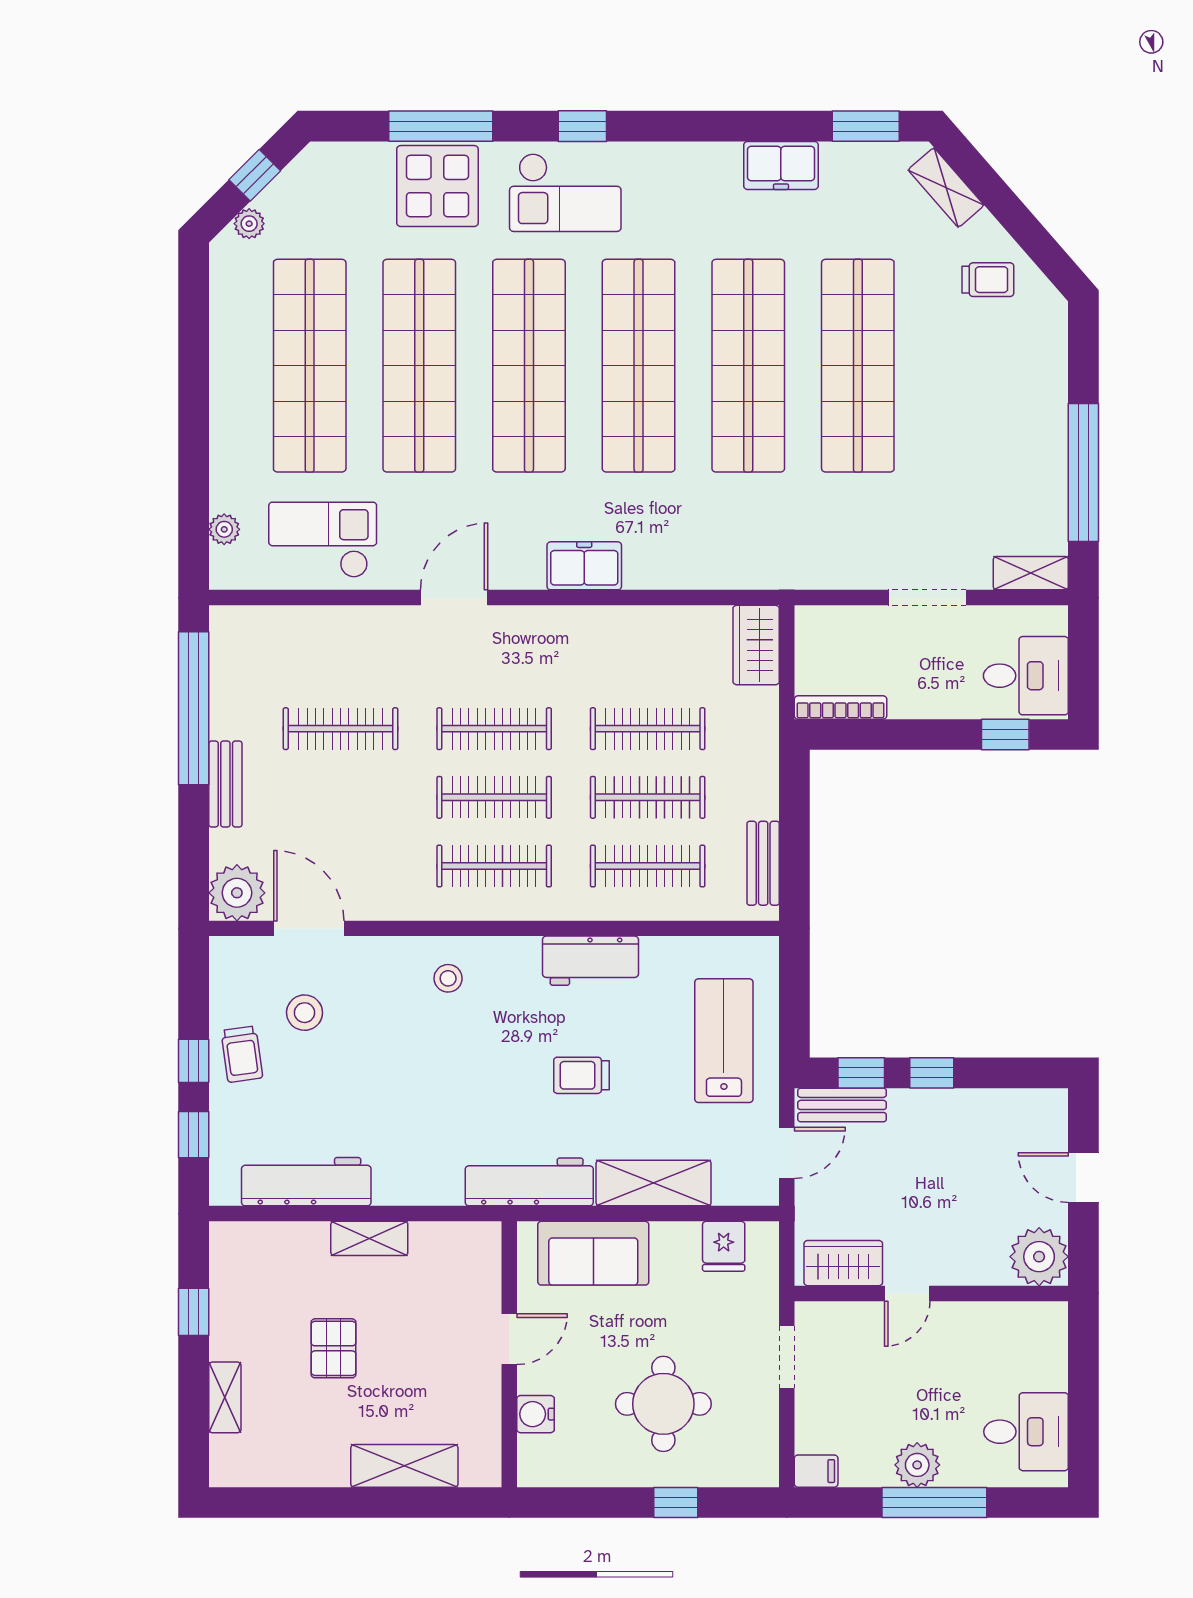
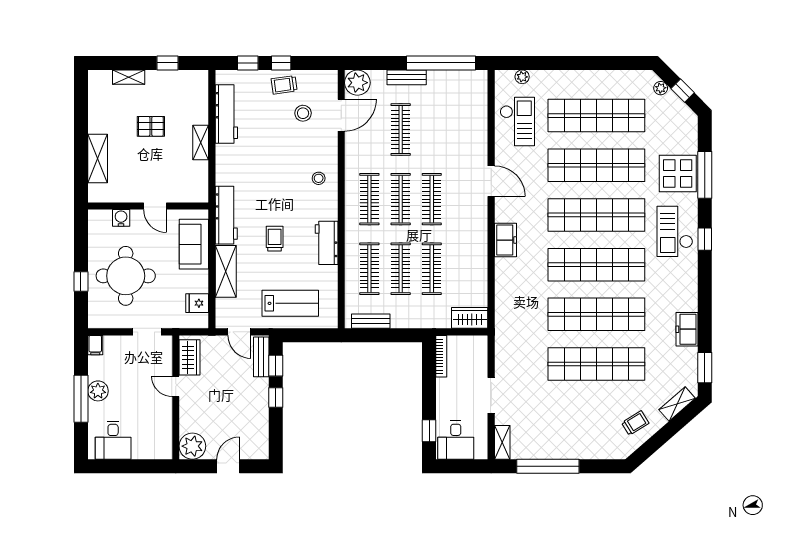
trolley: (988, 280) -> (635, 423), turned -122
clothes rail: (340, 729) -> (401, 130), moved
round table: (663, 1404) -> (126, 276), width x1.36, depth x1.36

